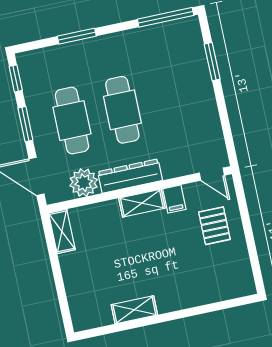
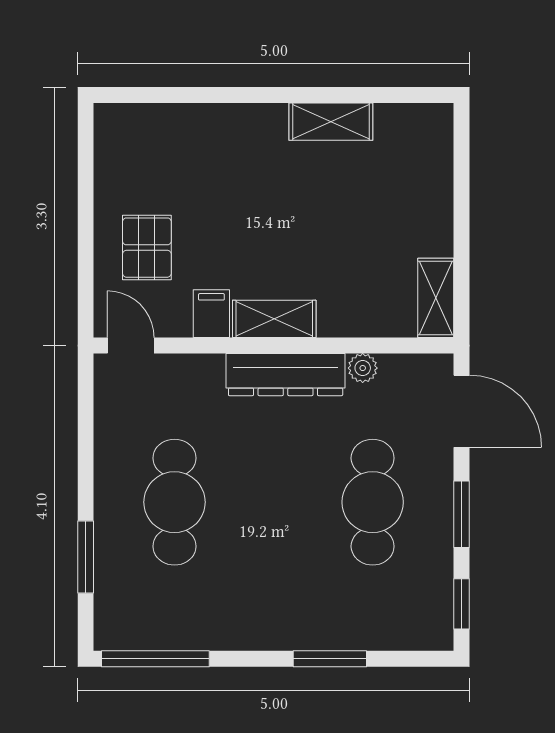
cafe table: (122, 110) -> (174, 502), moved
plant: (84, 183) -> (363, 368), width x0.53, depth x0.53

